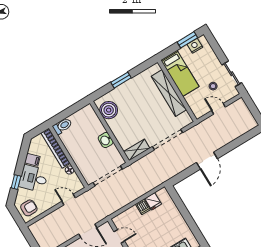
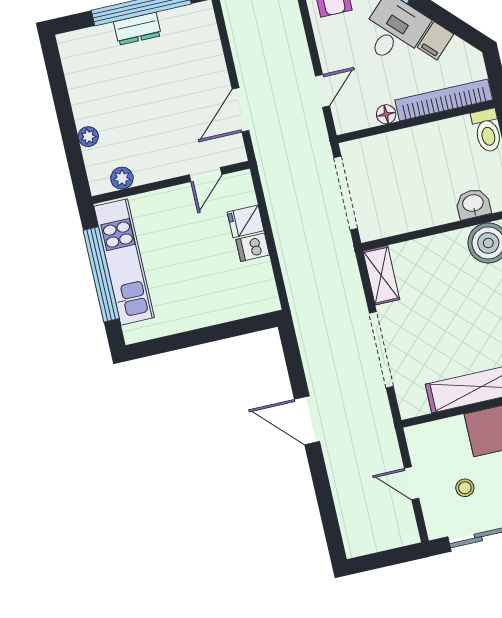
door: (219, 109) -> (412, 483), swing flipped
washbasin: (106, 140) -> (473, 204), moved
fridge: (153, 201) -> (246, 221), moved

